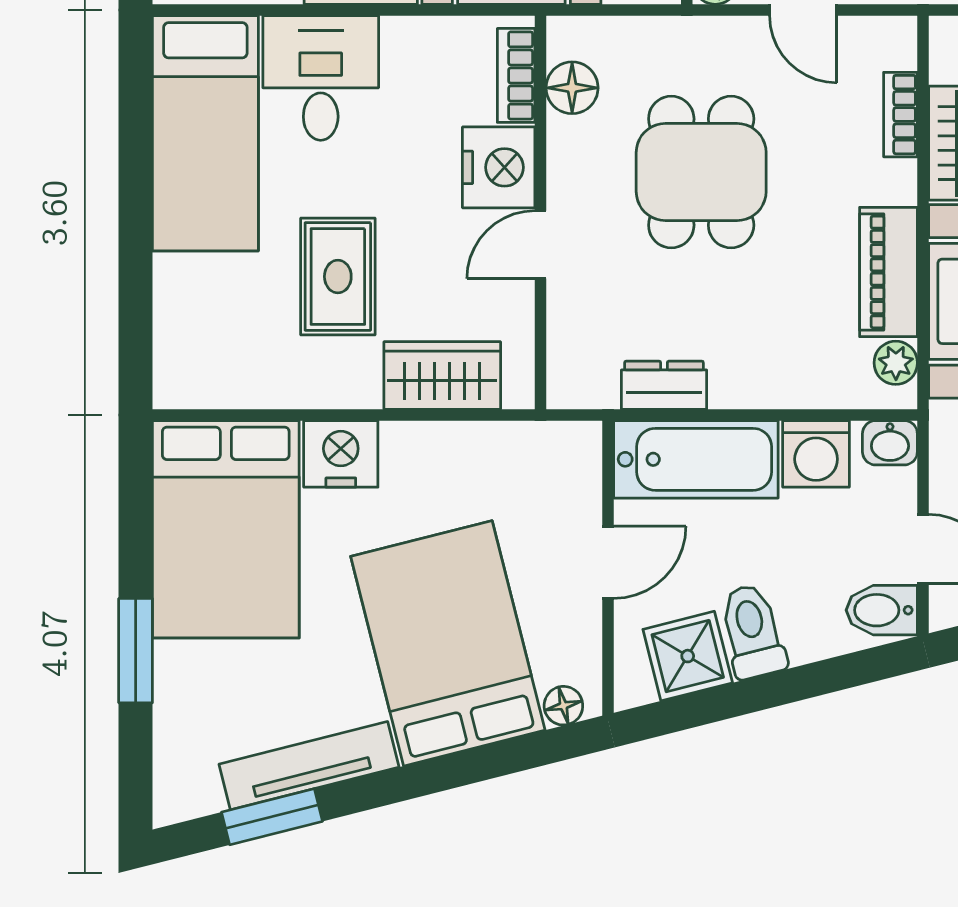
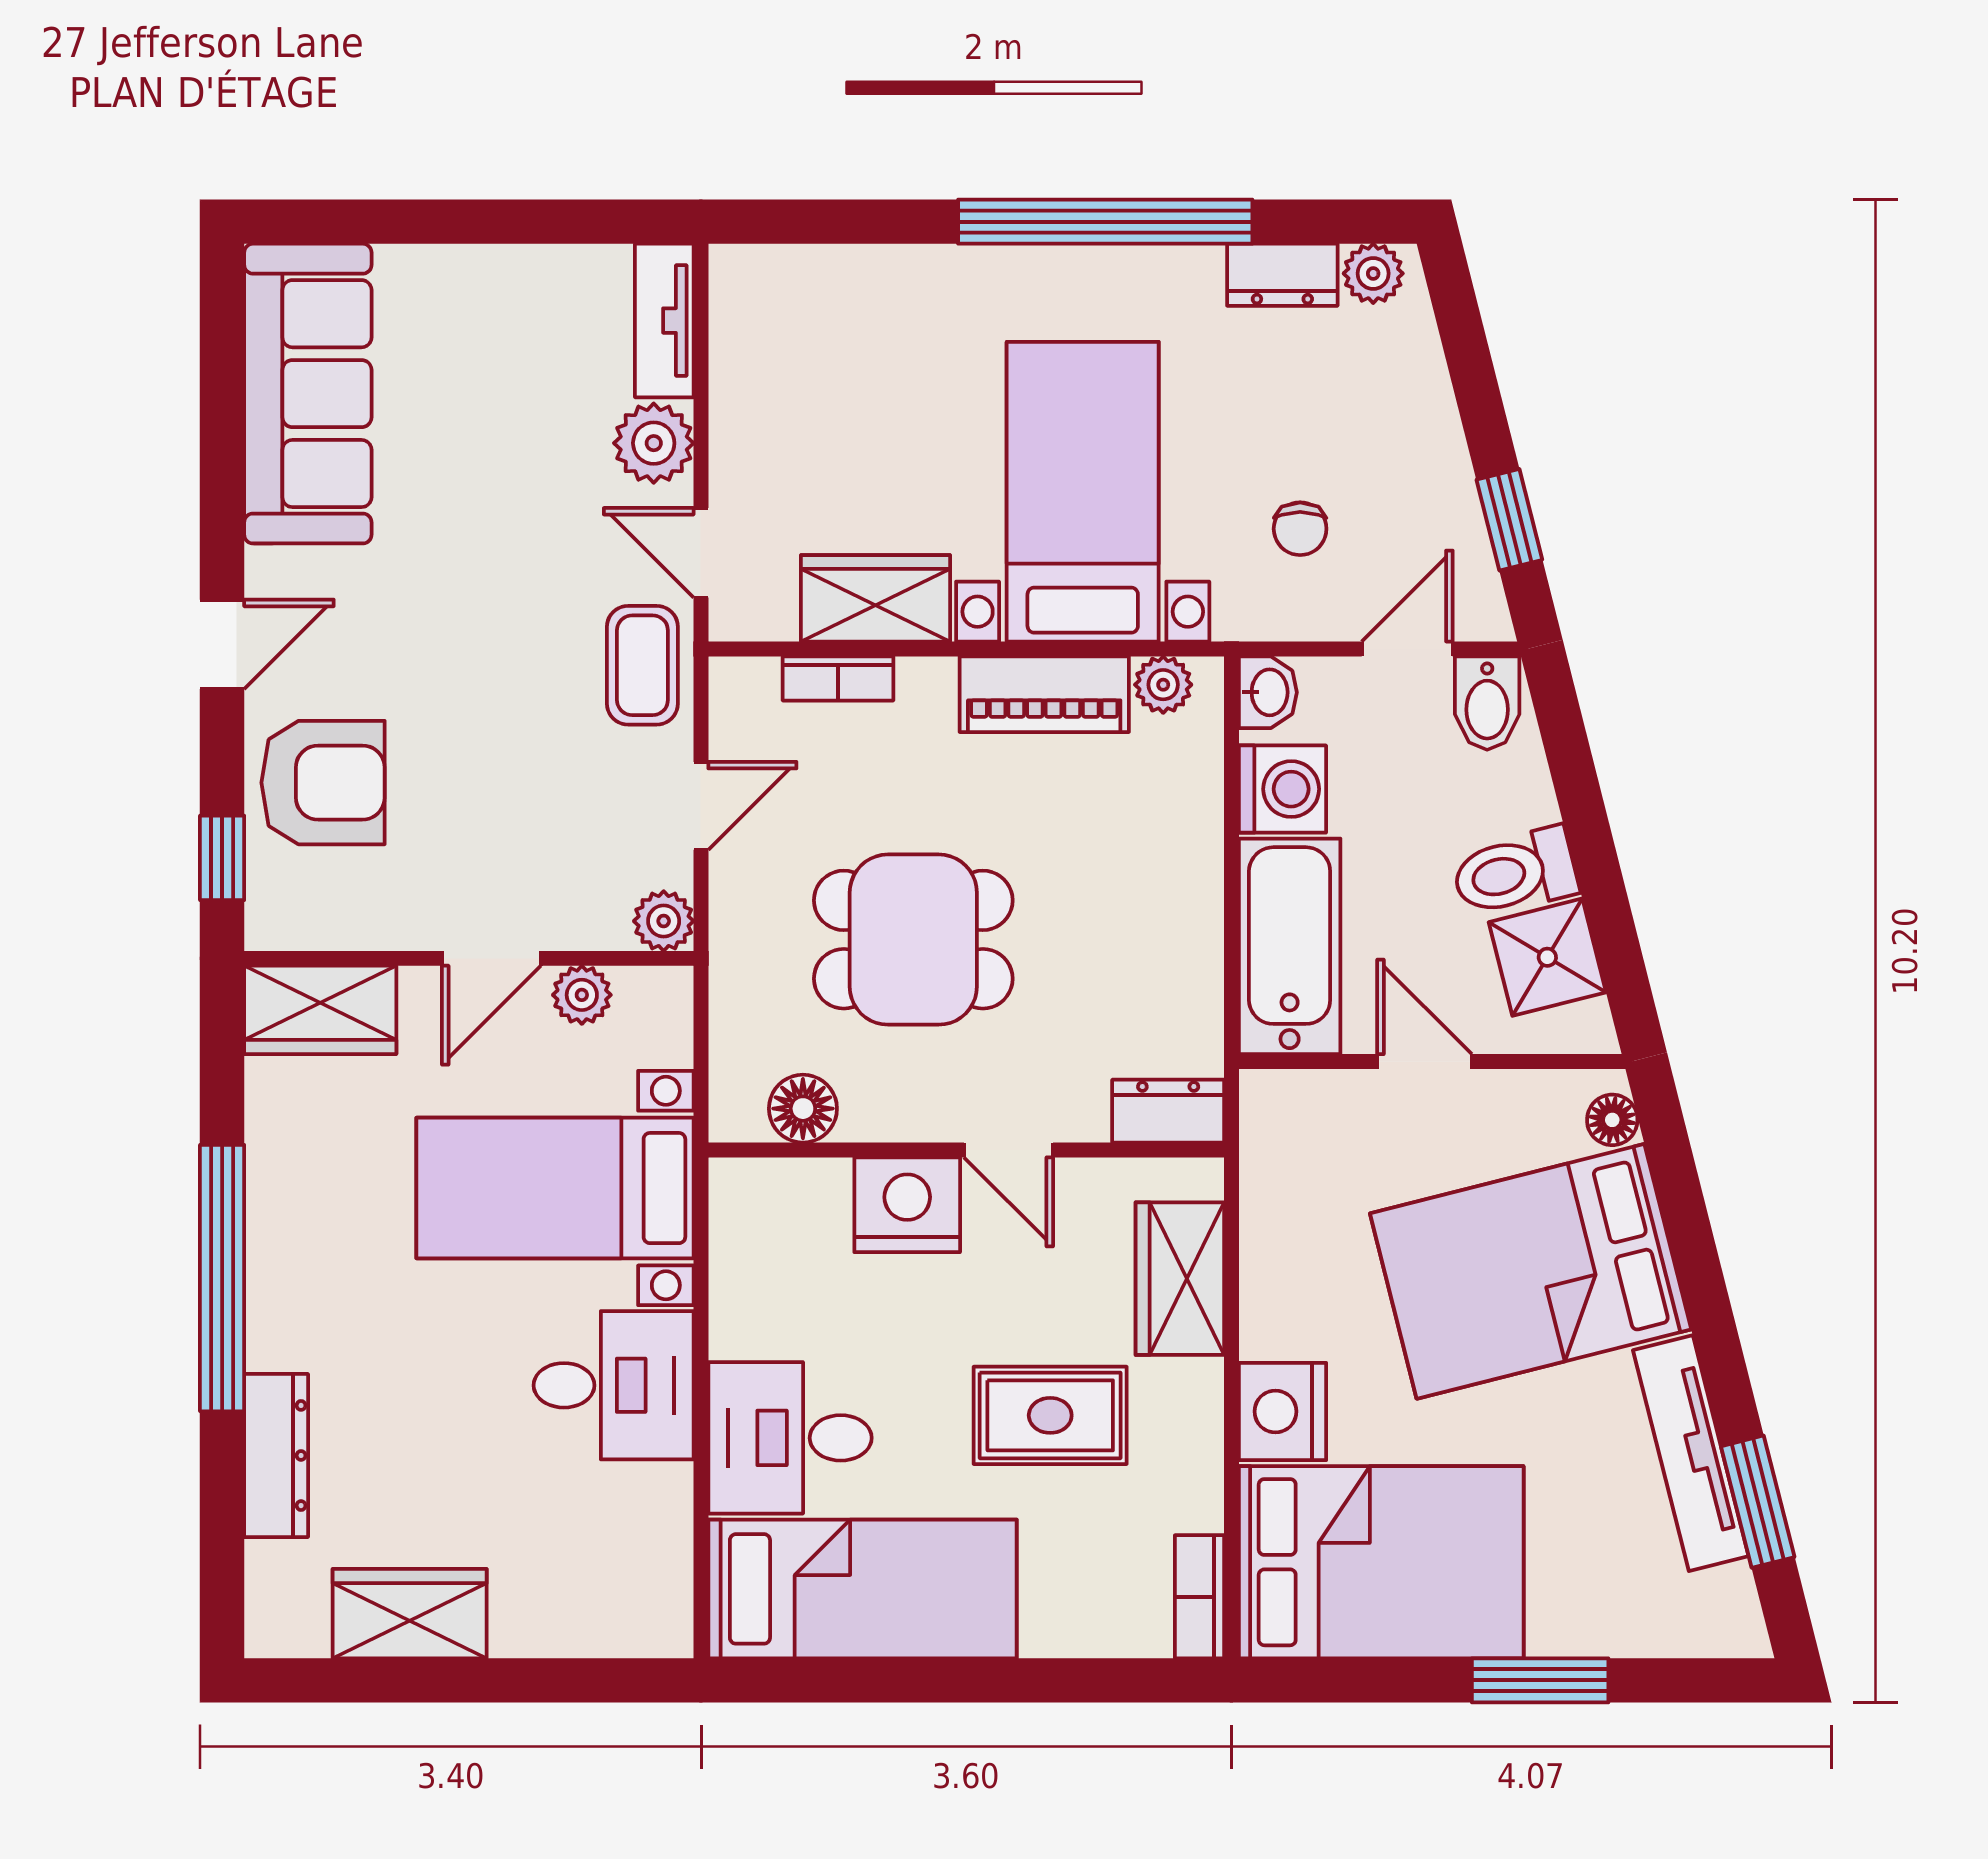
bookcase: (516, 75) -> (1199, 1597), moved, turned 90
dresser: (664, 385) -> (1168, 1111), moved, turned 90

